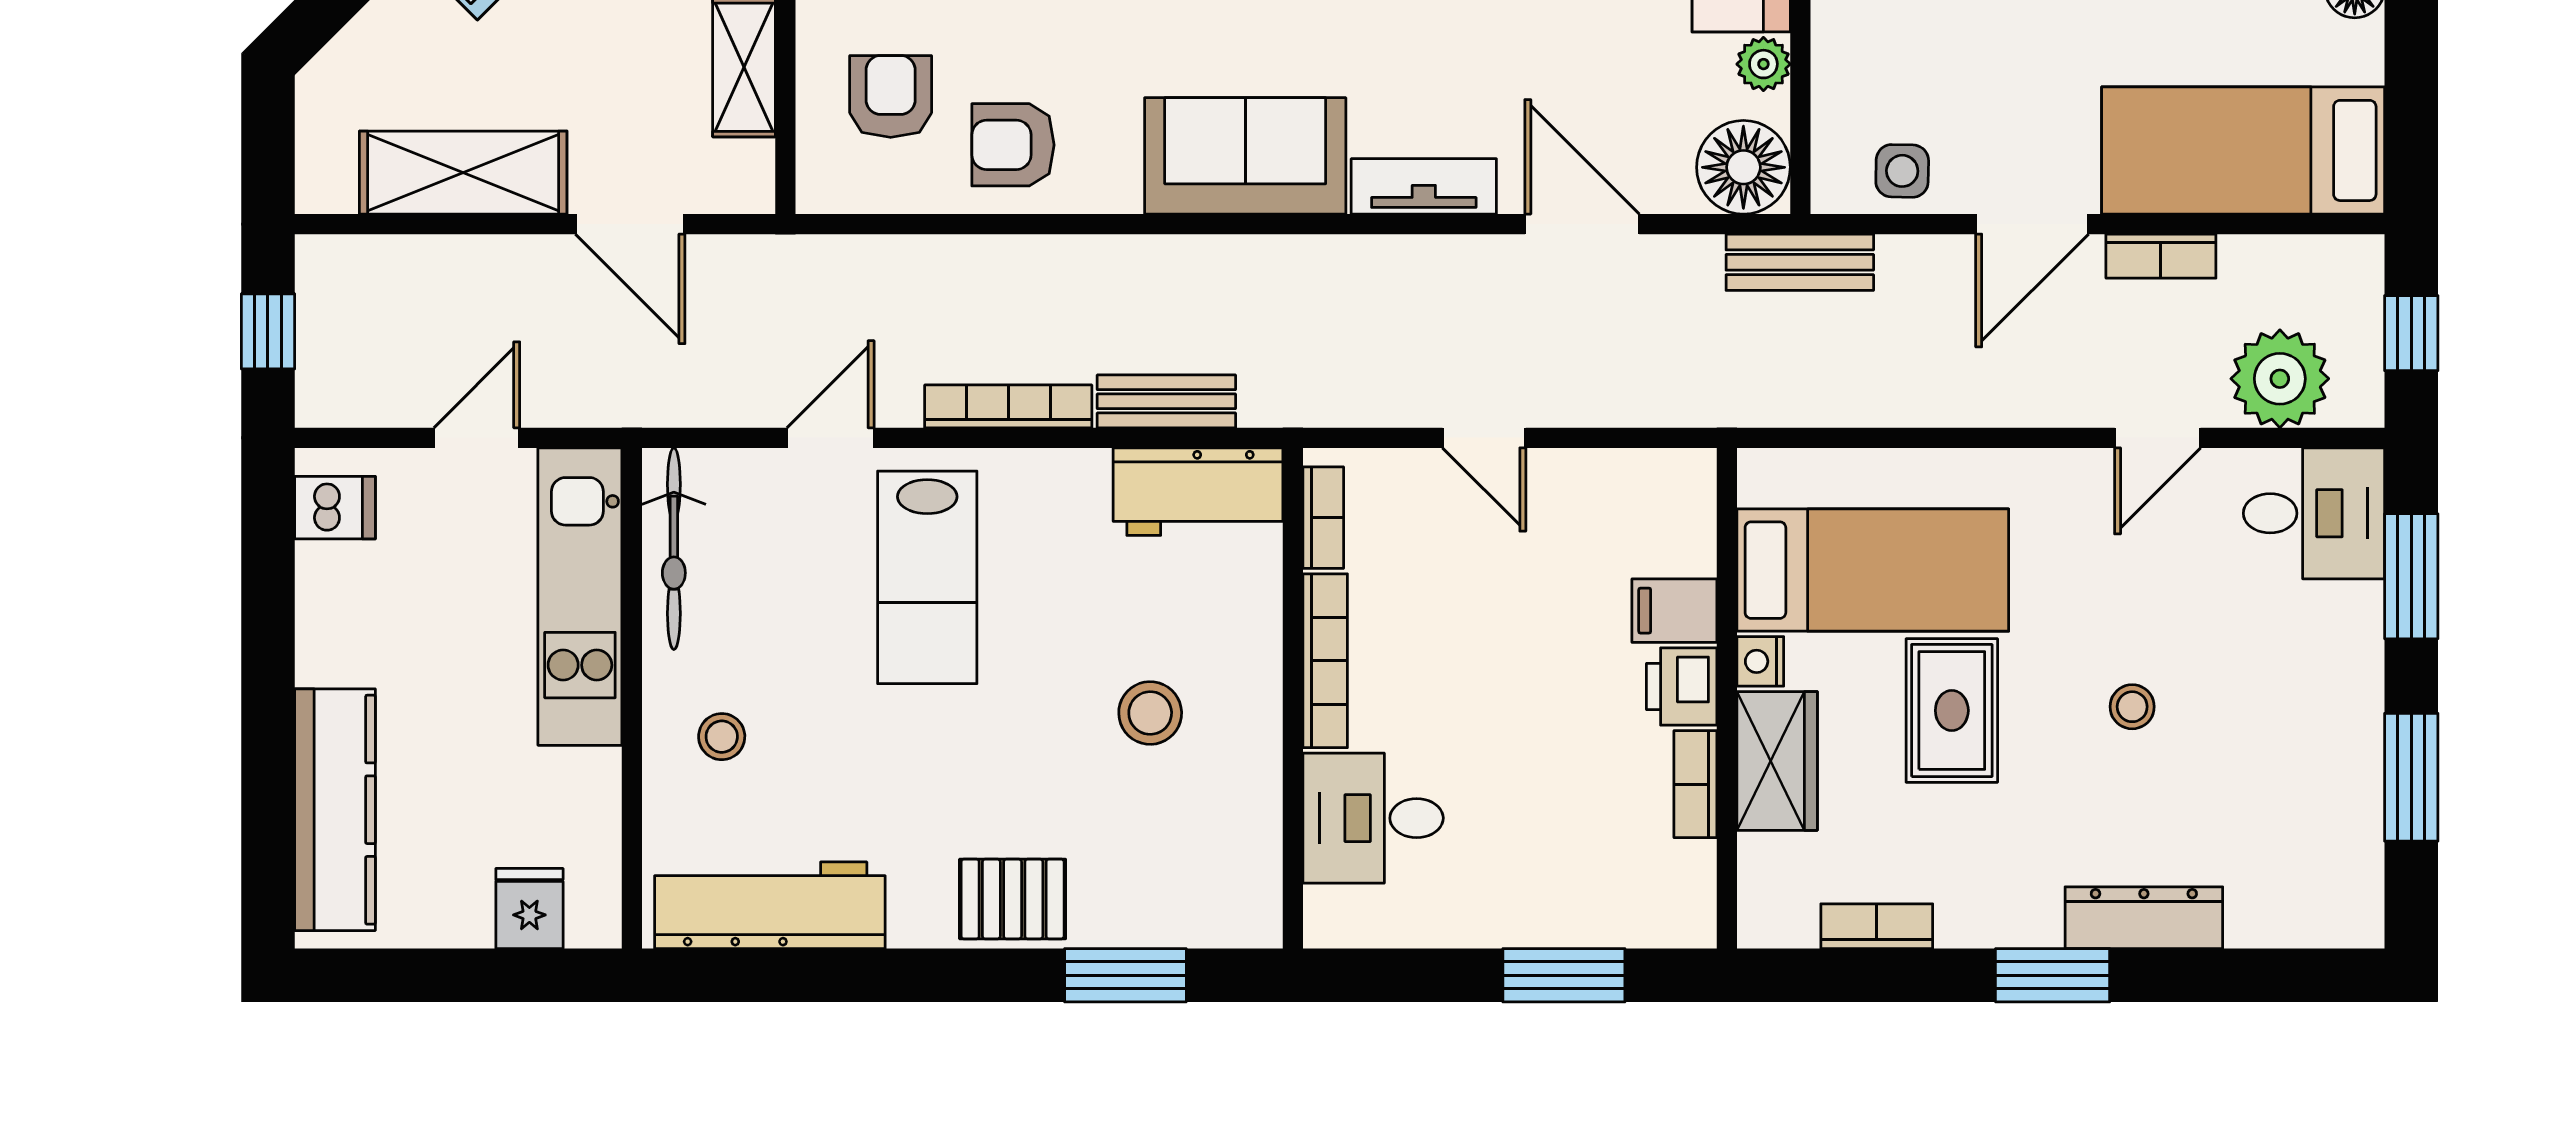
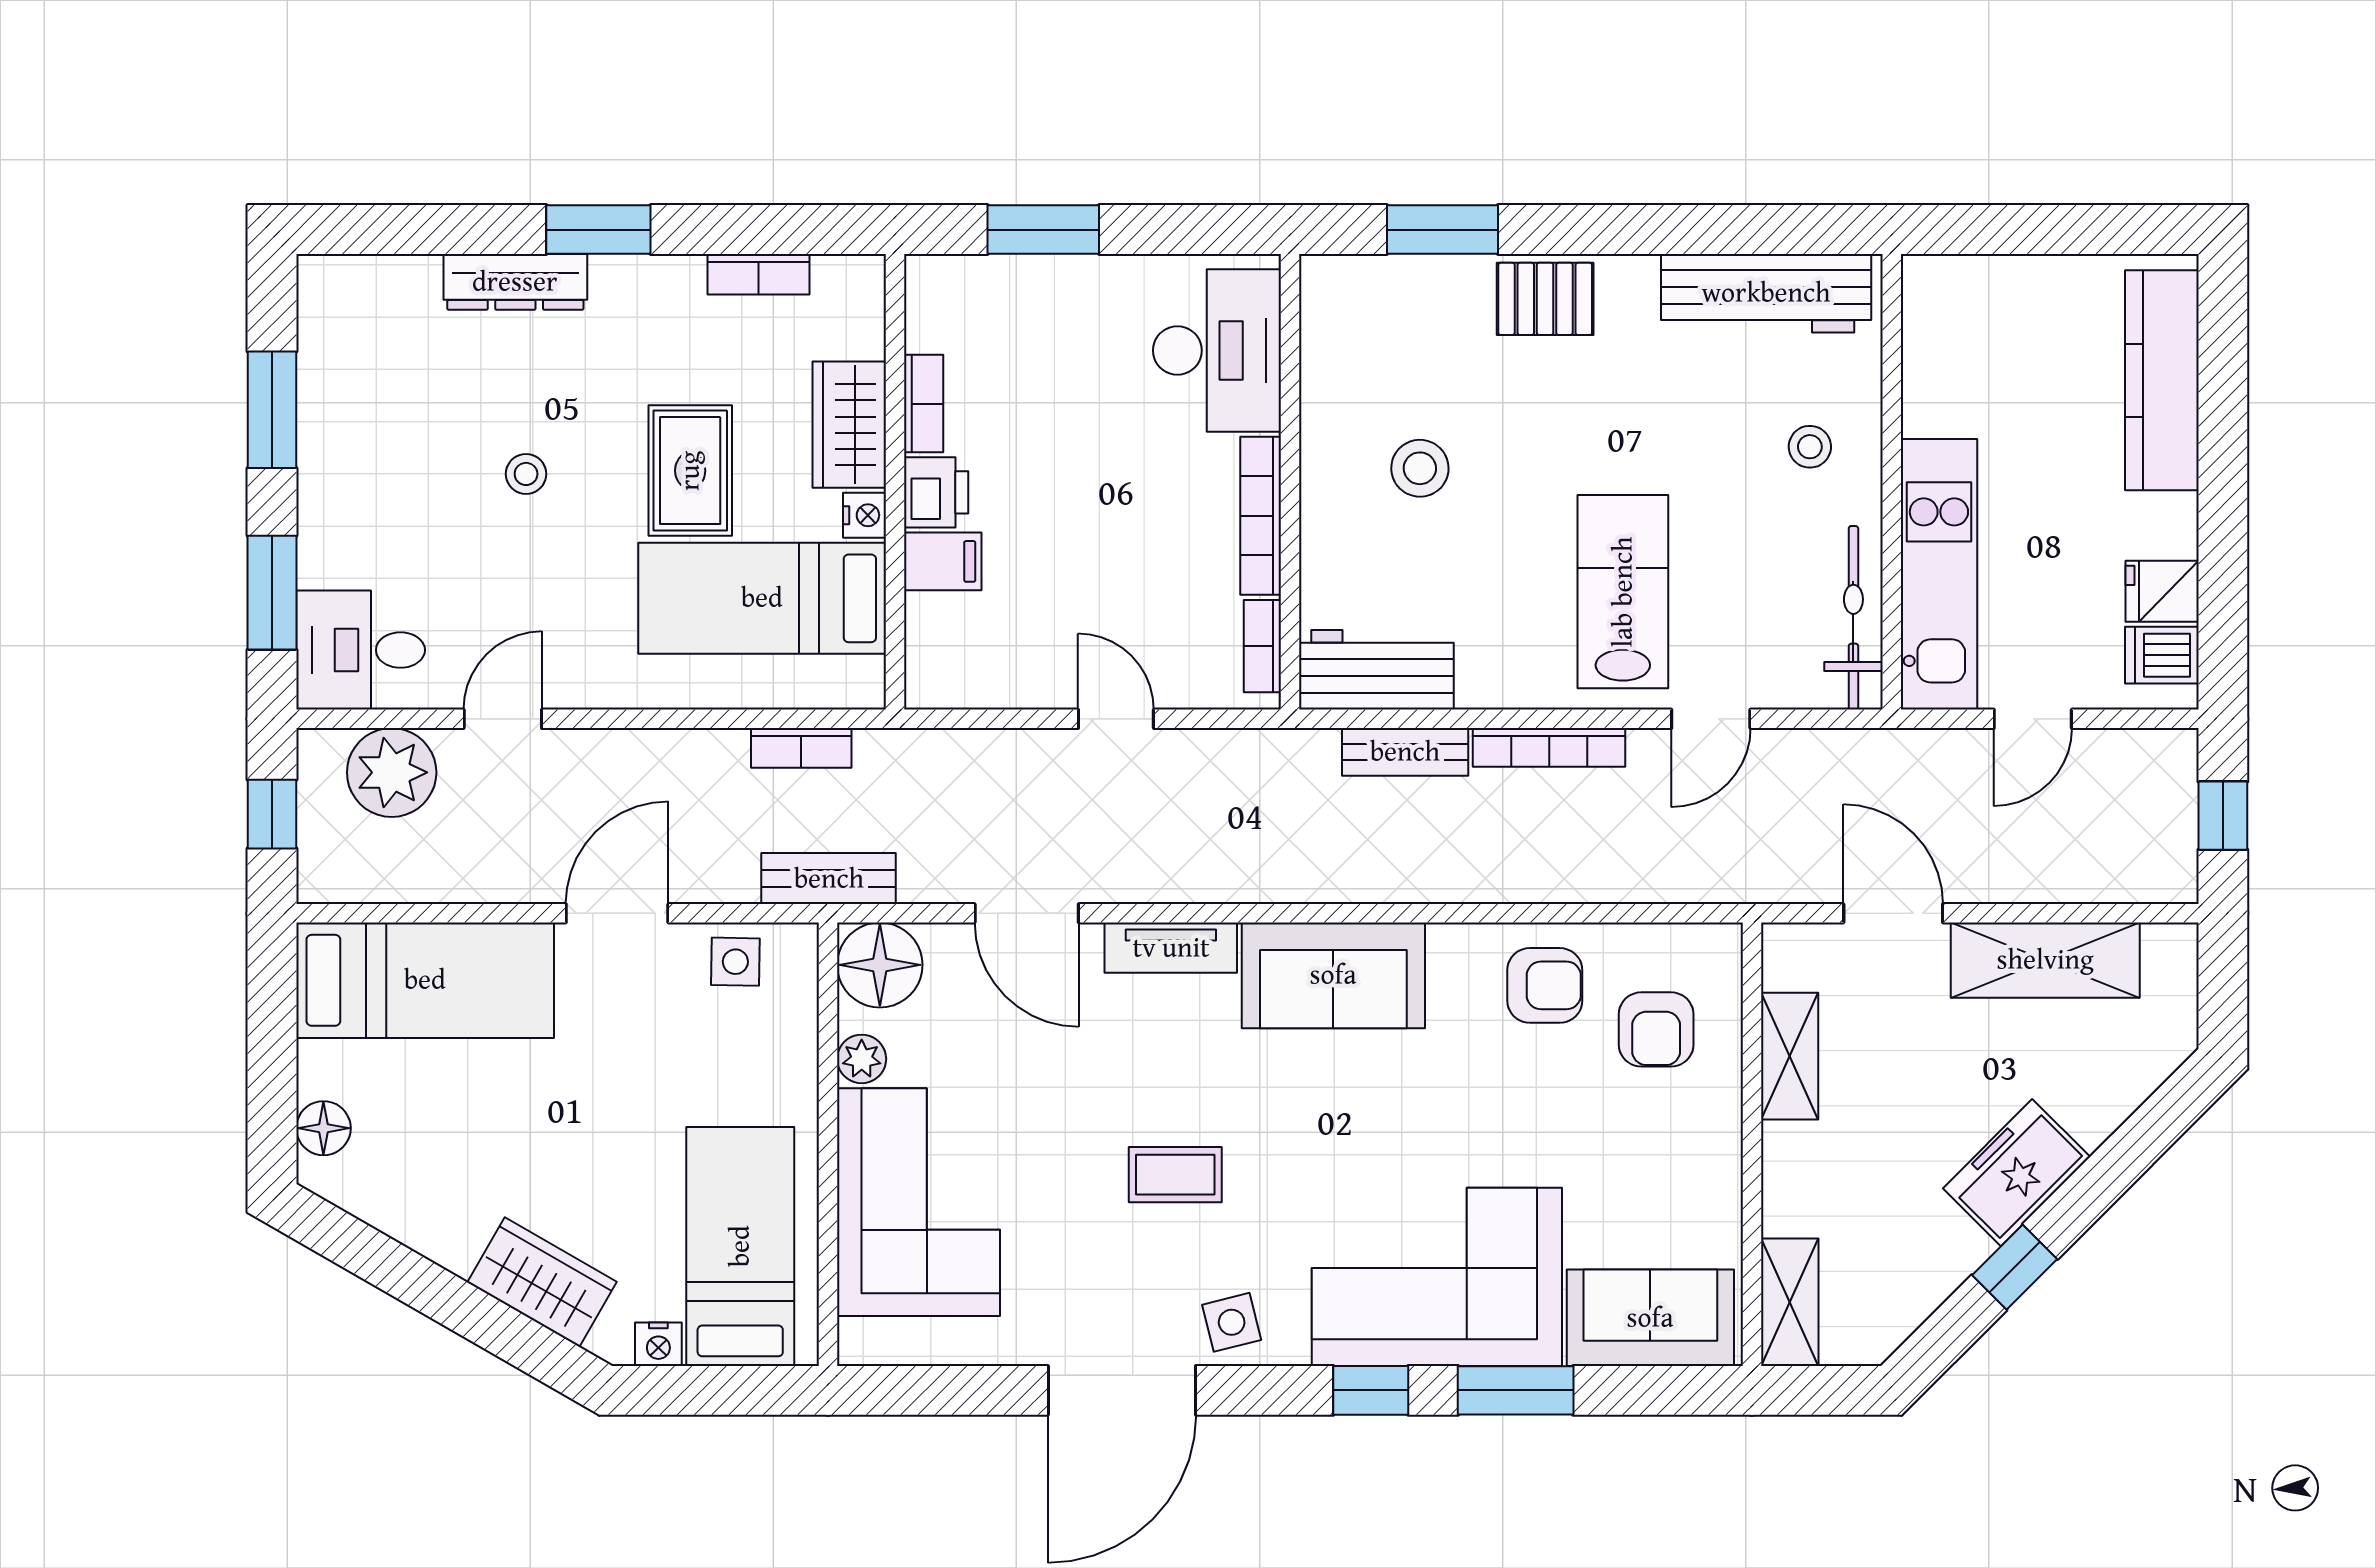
bookcase: (2161, 256) -> (801, 748), moved, turned 180
desk: (1373, 818) -> (1217, 350), width x1.37
fridge: (529, 909) -> (2162, 591), moved, turned 90

